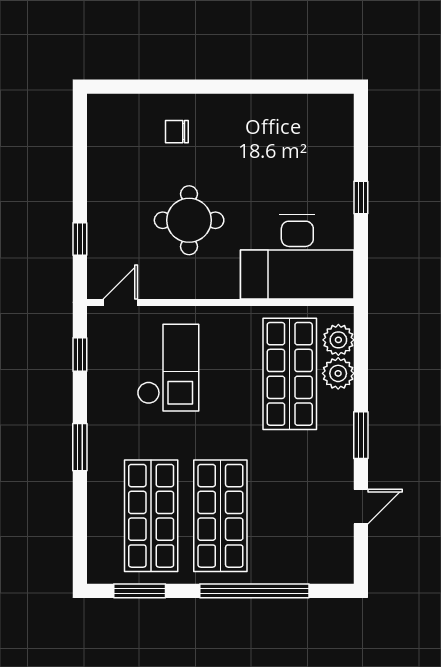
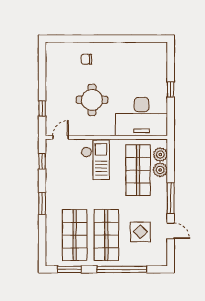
checkout: (168, 368) -> (95, 160), moved
window: (361, 435) -> (171, 198), width x1.44
door: (361, 507) -> (171, 231), hinge flipped
display table: (295, 509) -> (140, 232), added

